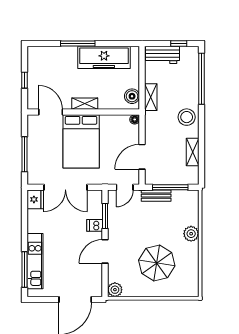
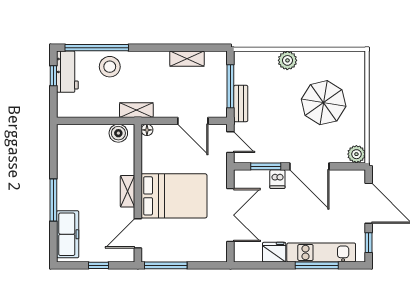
workbench: (162, 55) -> (67, 72), moved
freezer: (104, 57) -> (68, 234), moved, width x0.73, depth x0.79
shelving: (151, 97) -> (136, 110), moved
stool: (187, 117) -> (110, 67), moved
window: (25, 154) -> (166, 265), moved
fridge: (35, 199) -> (274, 252), moved
door: (105, 251) -> (309, 166), width x1.36
window: (25, 270) -> (317, 265), moved
window: (43, 300) -> (369, 243), added

